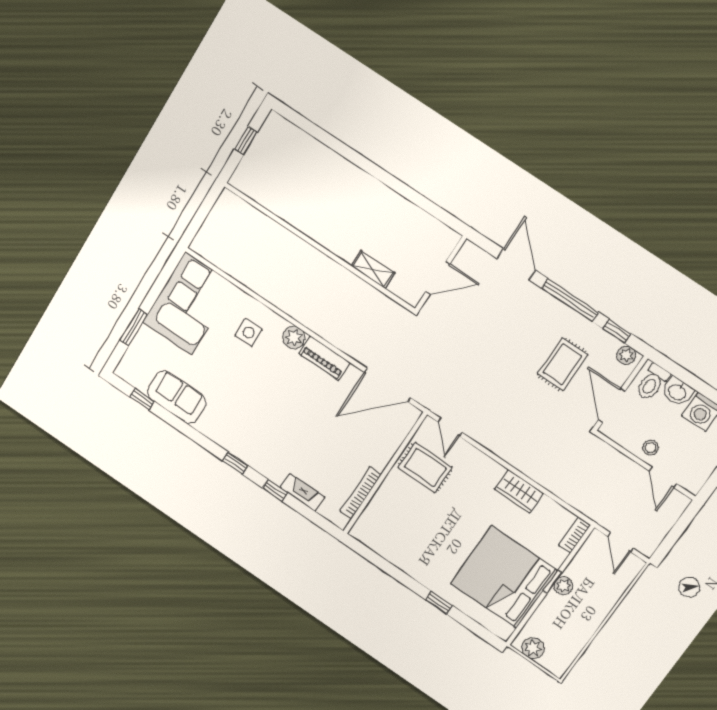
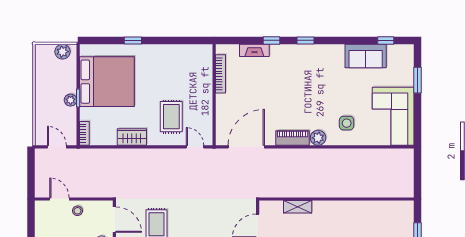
rug: (425, 467) -> (171, 117), moved, turned 90

